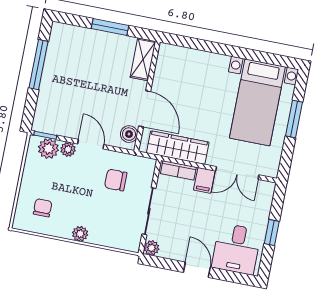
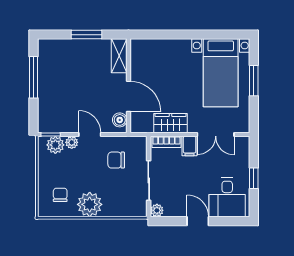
wardrobe: (178, 148) -> (170, 123), width x0.67
plant: (80, 234) -> (90, 204), width x1.88, depth x1.88

